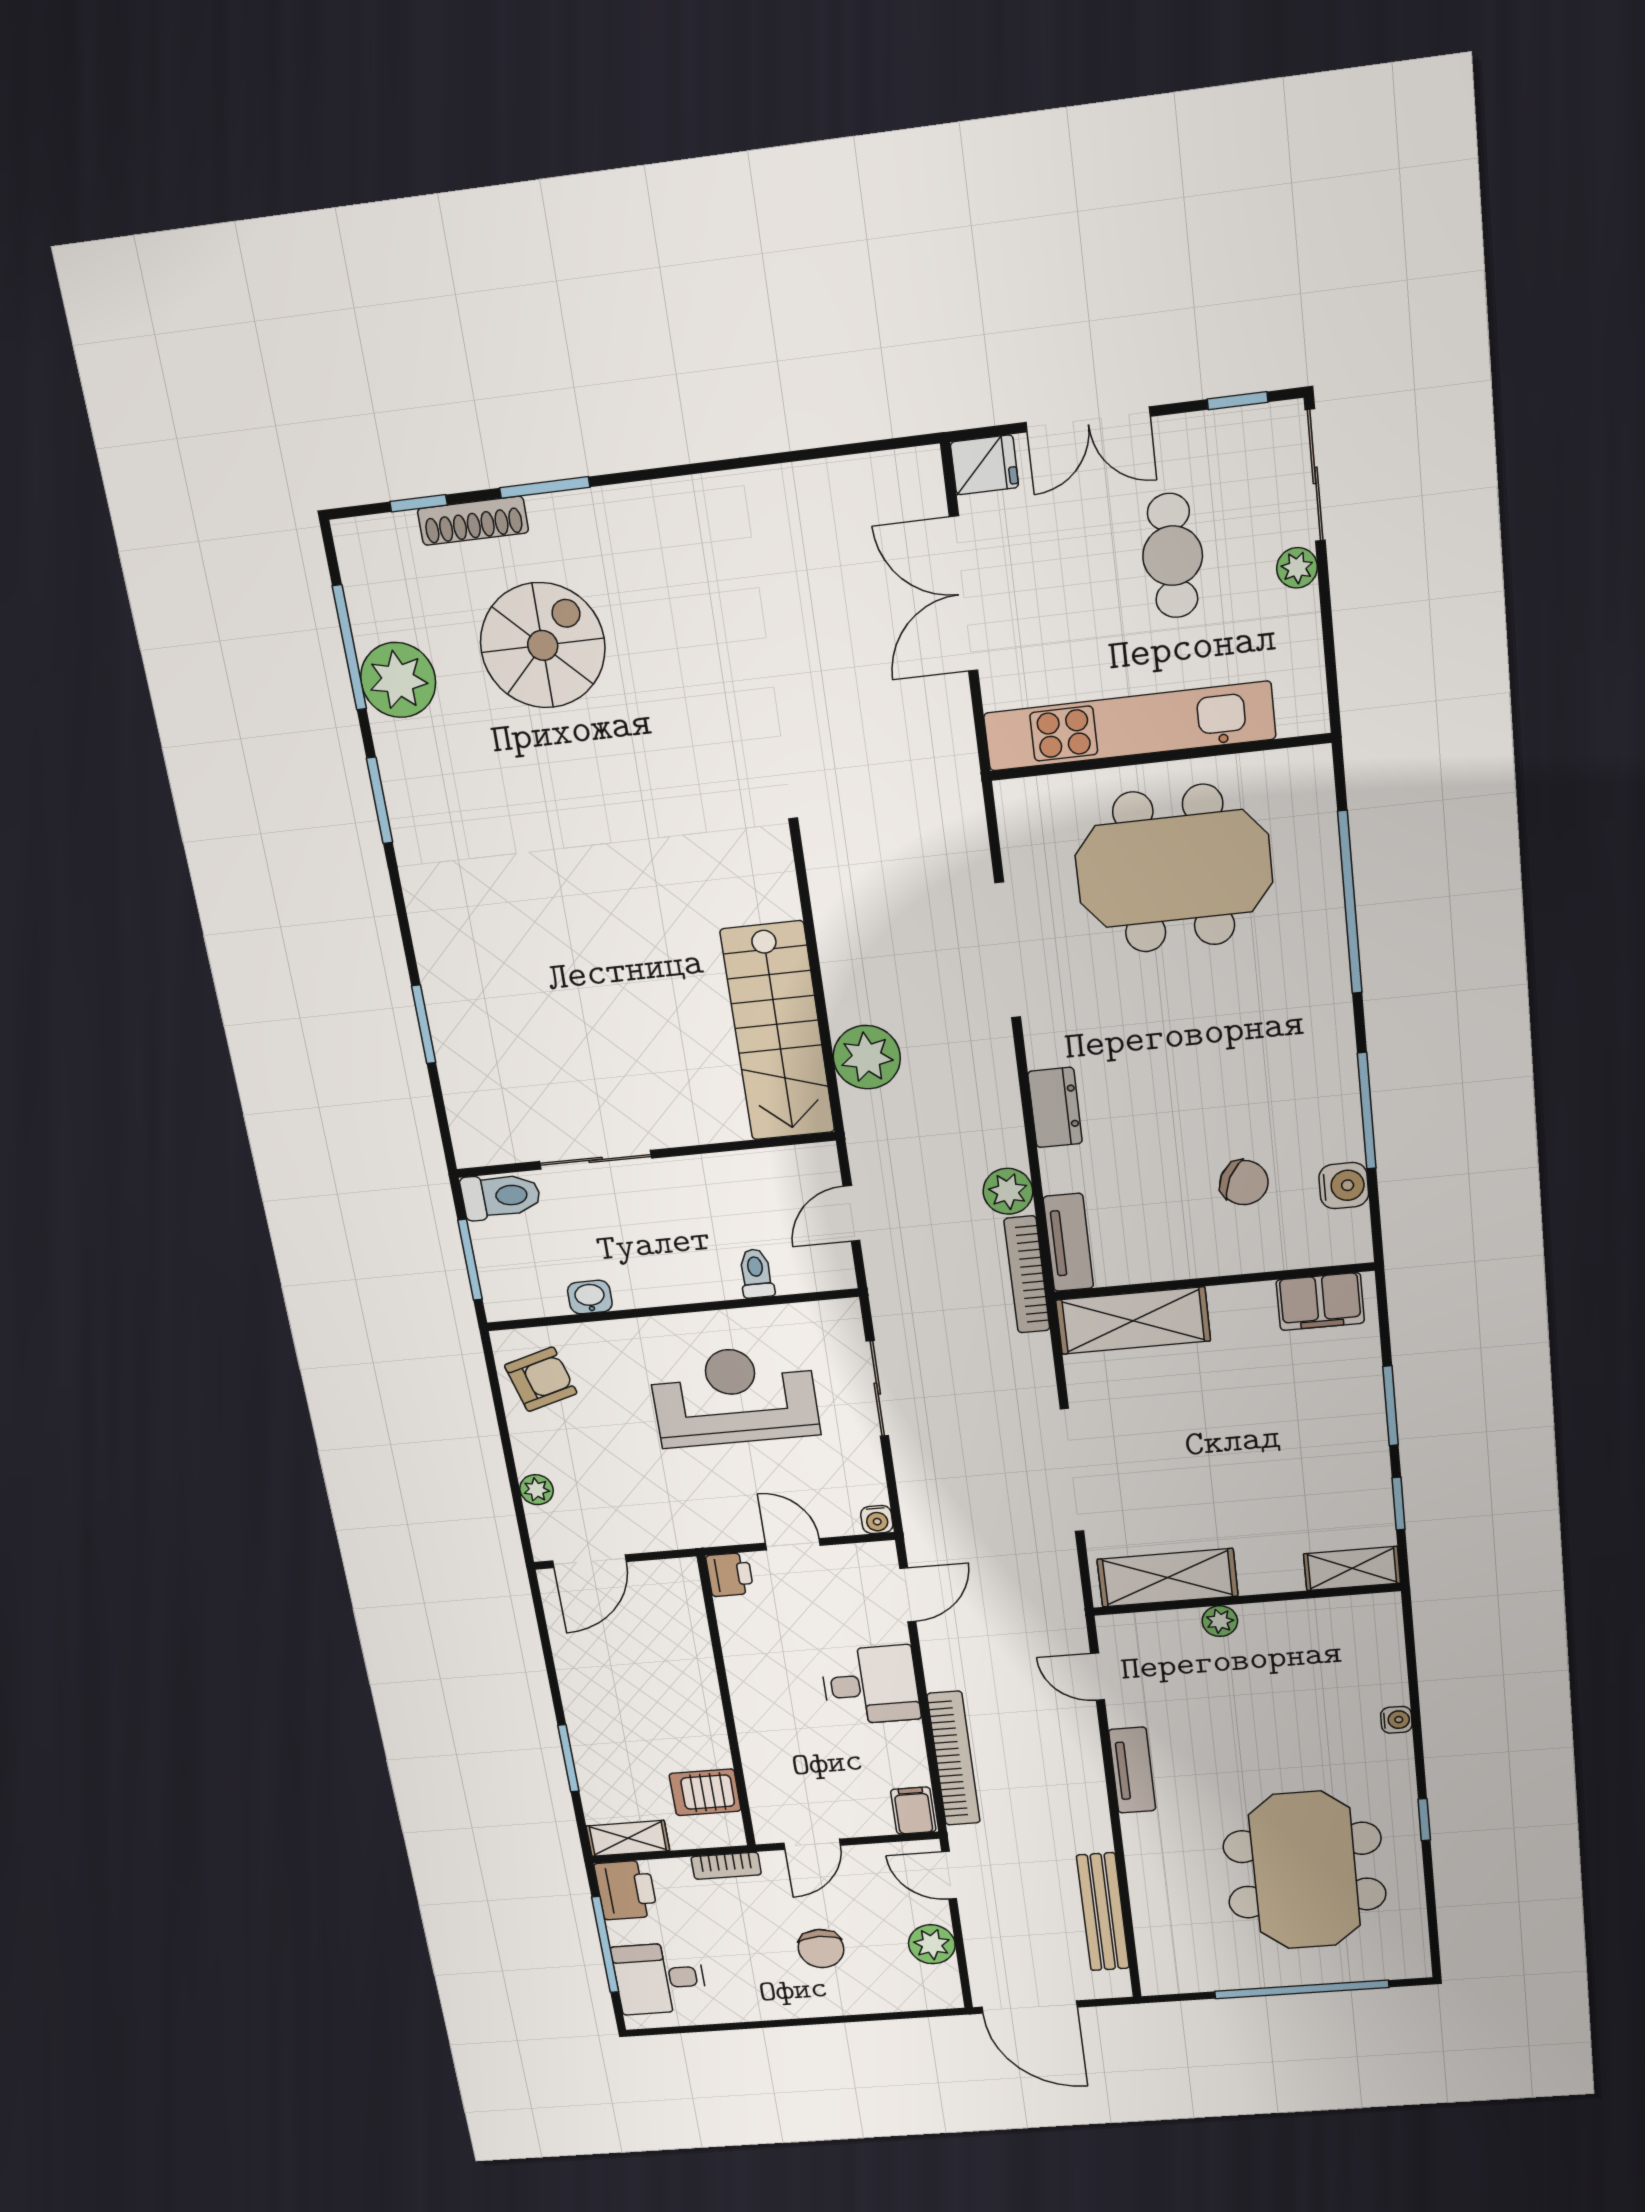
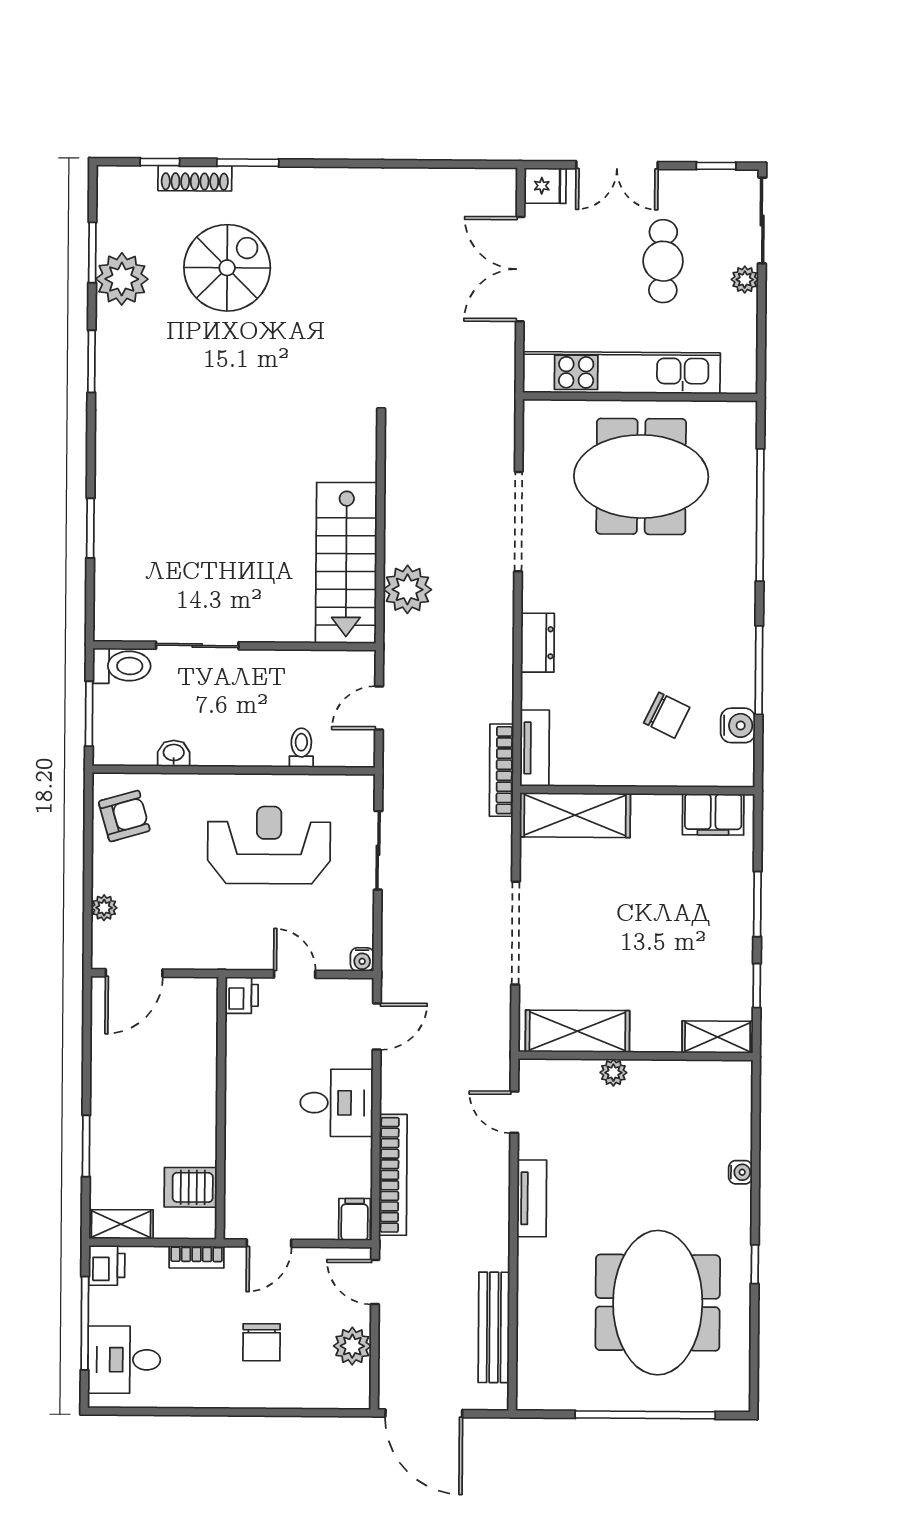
window: (349, 648) -> (92, 253), width x0.69
plant: (1008, 1191) -> (496, 703), removed
printer: (626, 1890) -> (107, 1265), width x0.73, depth x0.81

